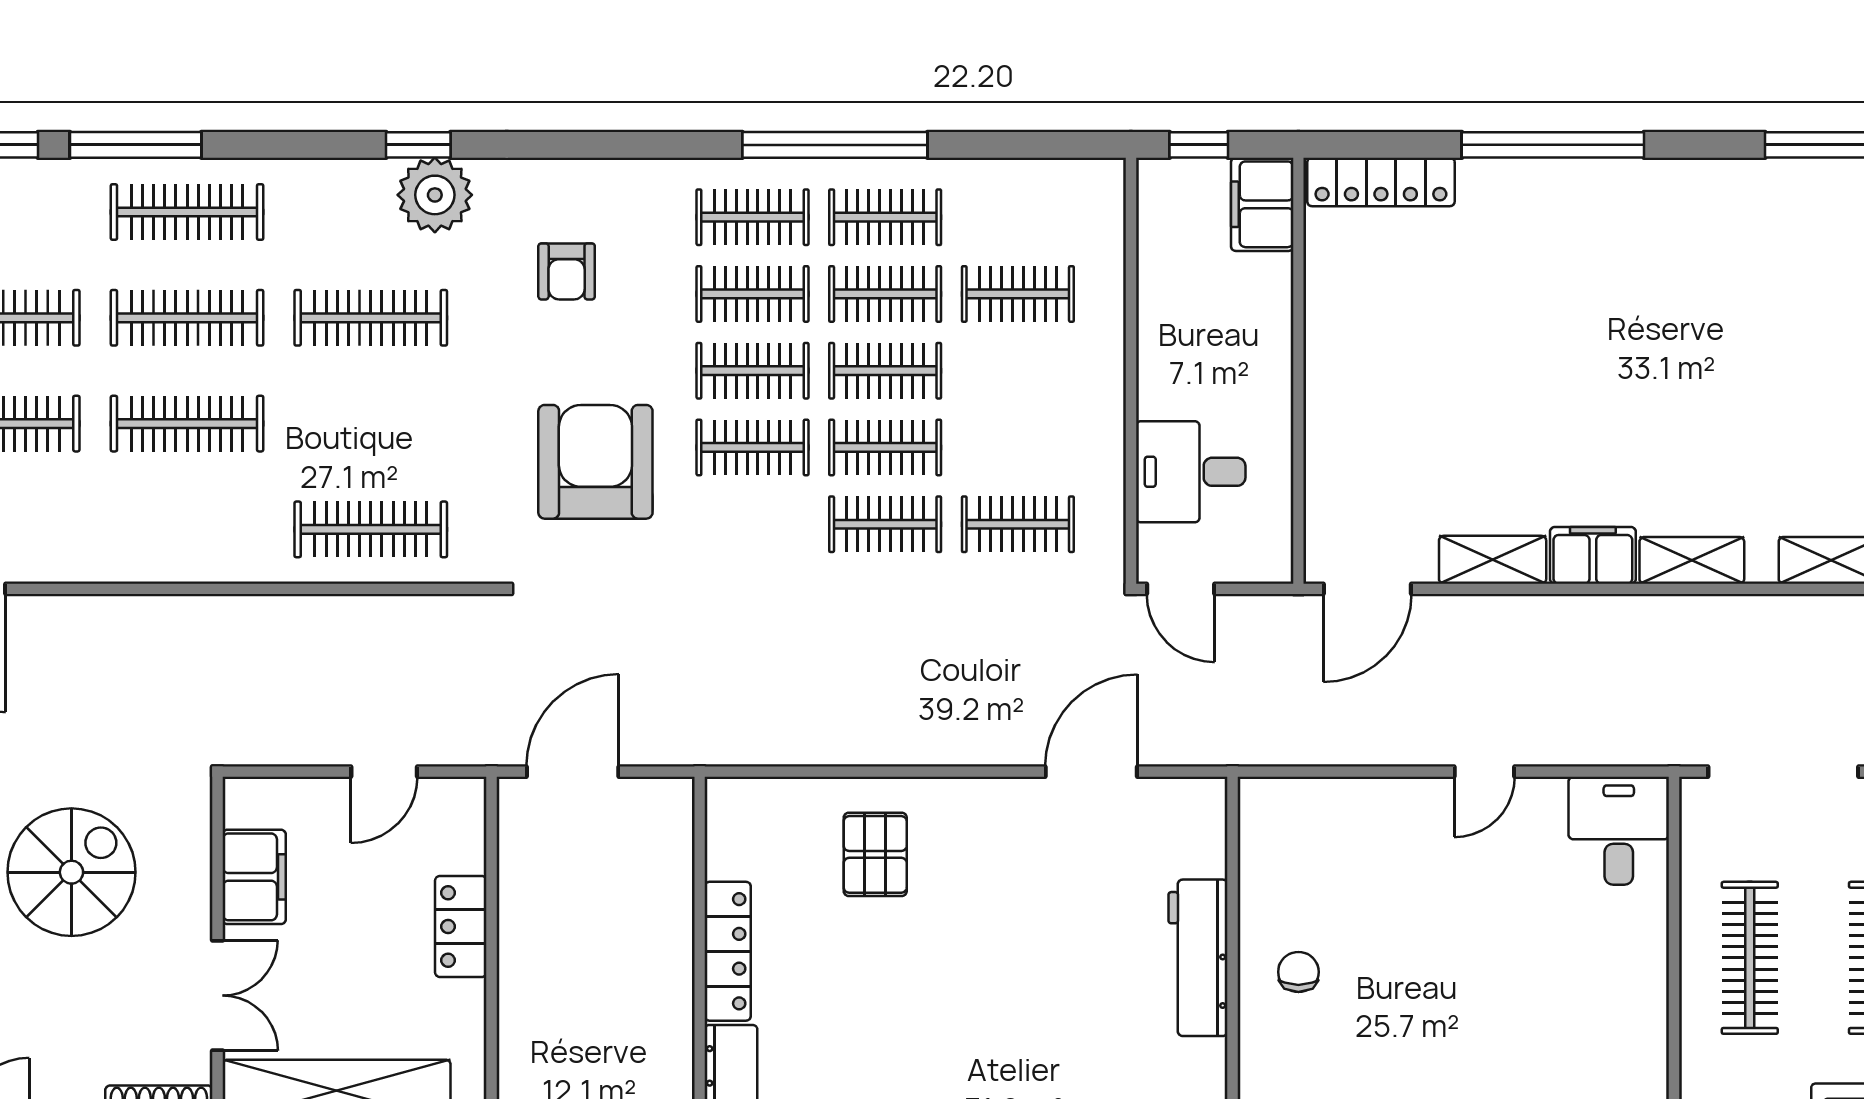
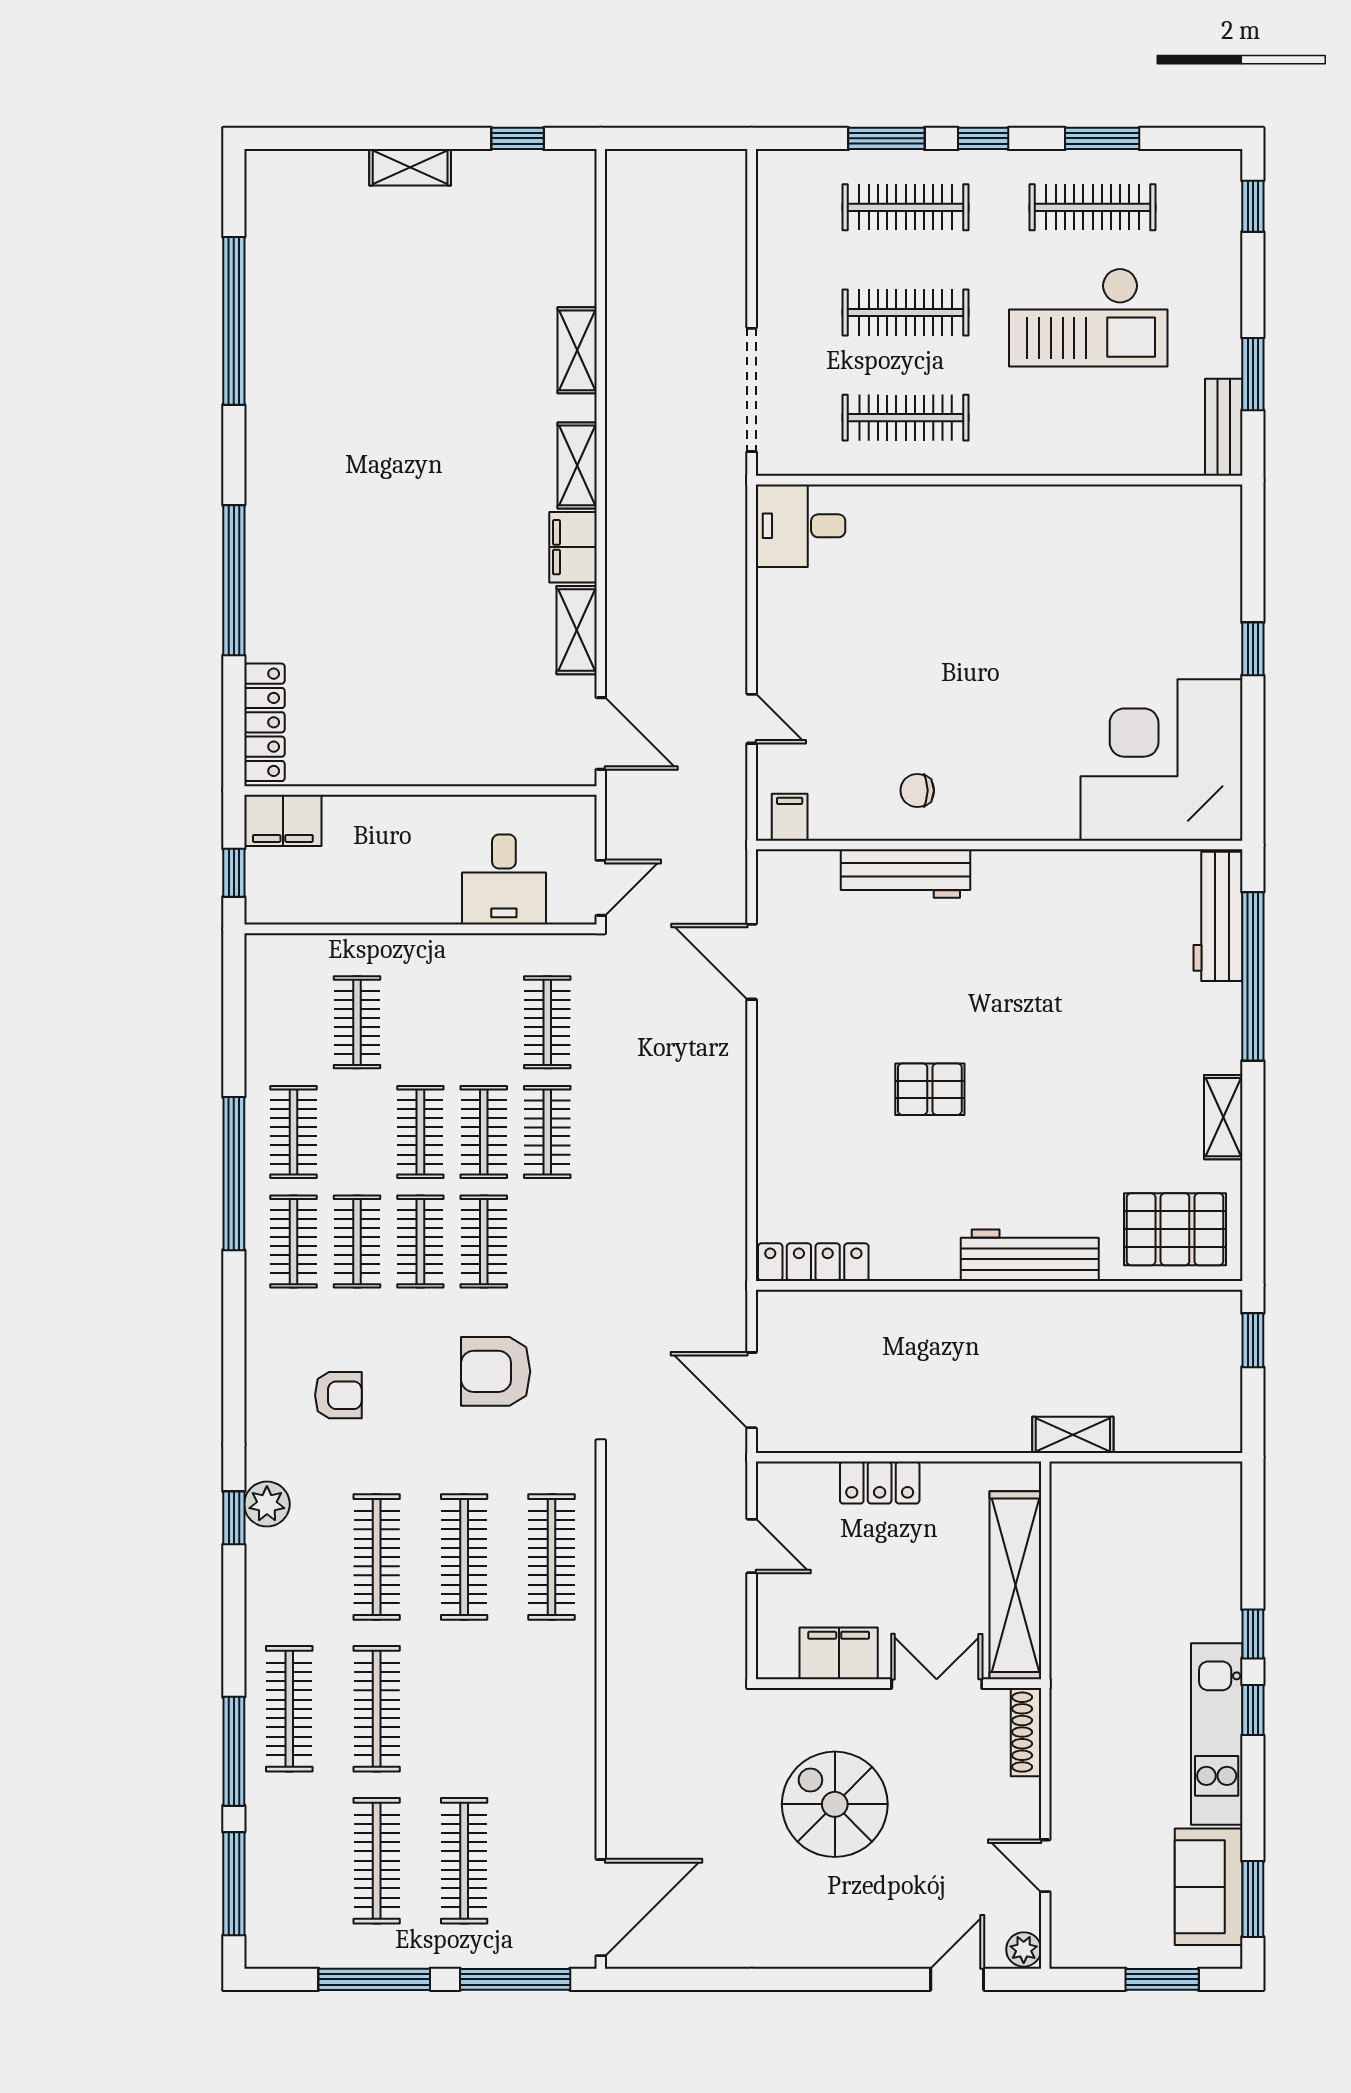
plant: (435, 195) -> (267, 1504), width x0.73, depth x0.73
clothes rail: (885, 294) -> (357, 1132), removed
clothes rail: (187, 424) -> (464, 1557), moved
armchair: (595, 462) -> (496, 1371), width x0.73, depth x0.73
door: (1484, 772) -> (752, 719), moved
filing cabinet: (1266, 818) -> (790, 817), added
pallet: (875, 854) -> (930, 1089), moved
locker: (728, 951) -> (813, 1262), moved

